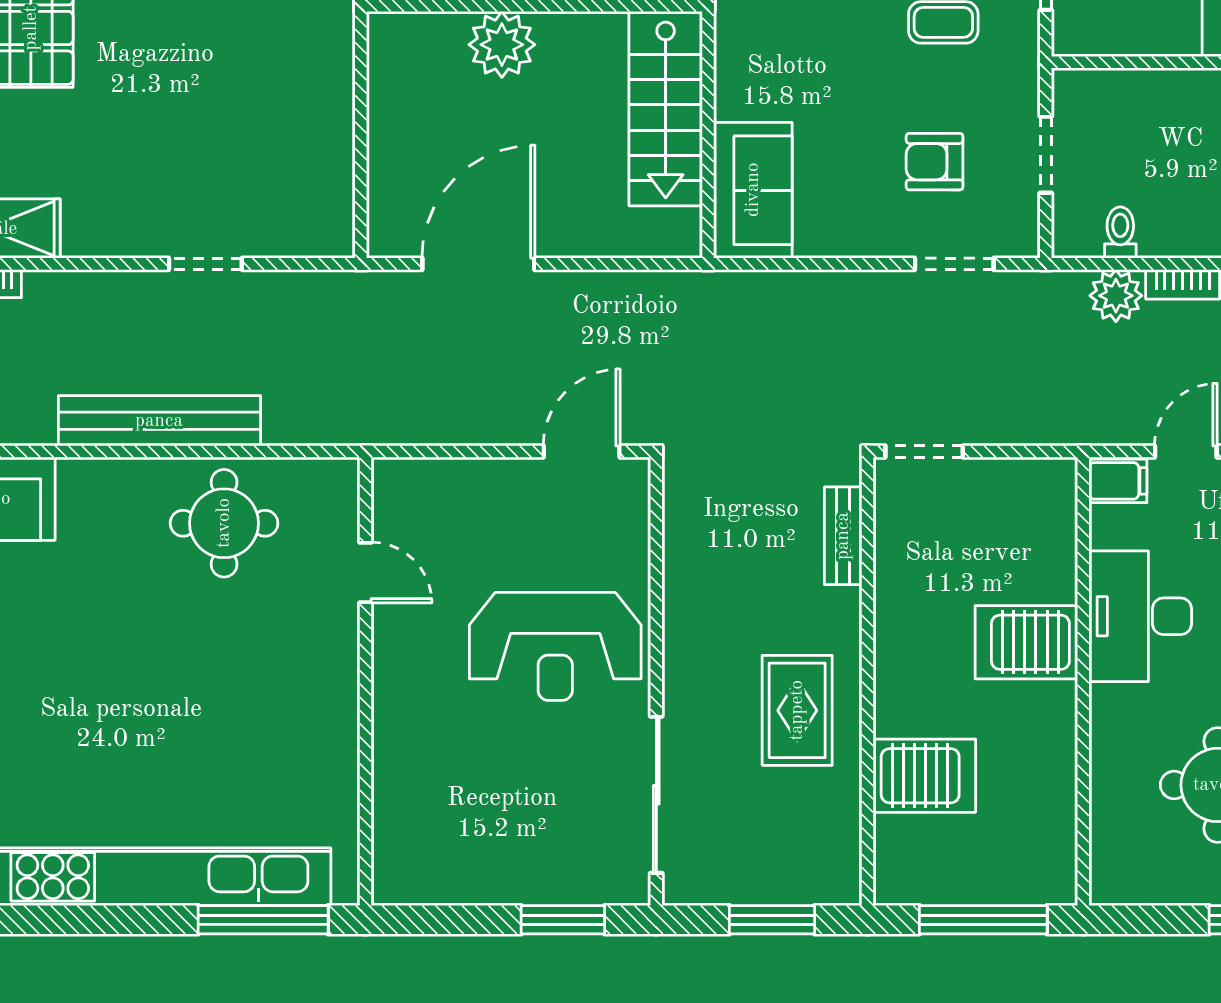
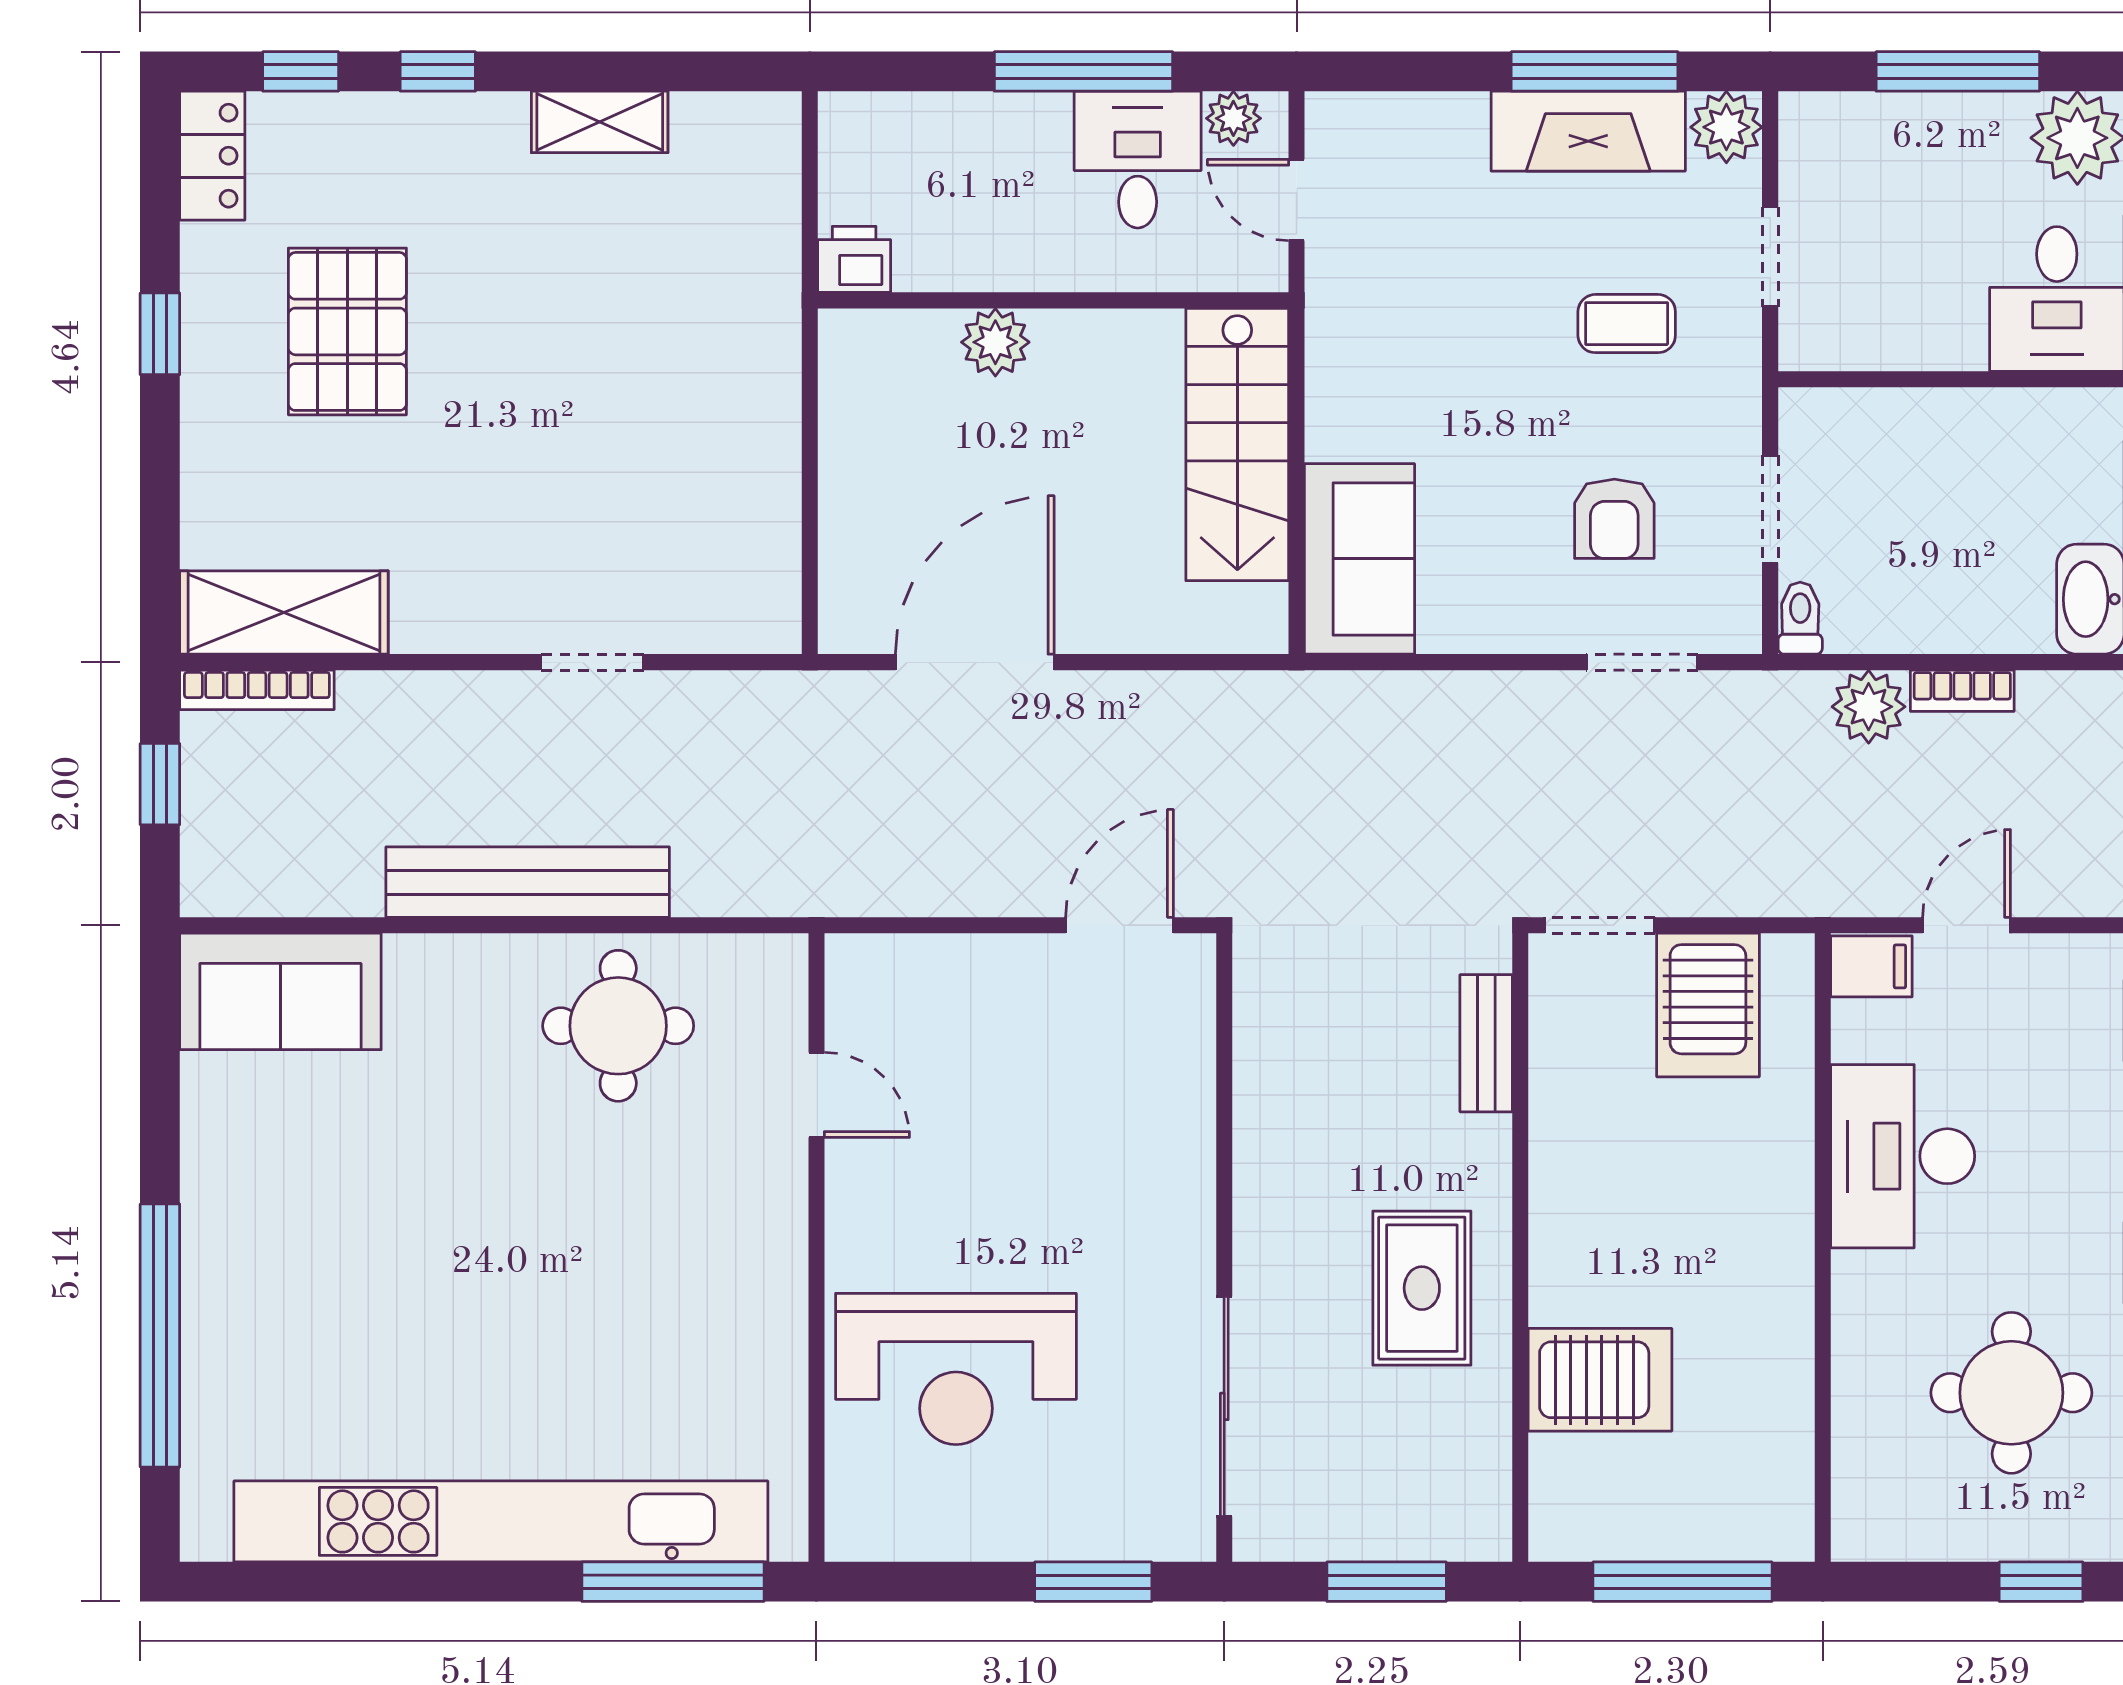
plant: (502, 45) -> (995, 342), width x0.73, depth x0.73
armchair: (935, 162) -> (1614, 519), turned -90
toilet: (1120, 233) -> (1800, 618), moved
server rack: (1026, 642) -> (1708, 1005), moved, turned -90
reception desk: (555, 646) -> (956, 1369), moved

